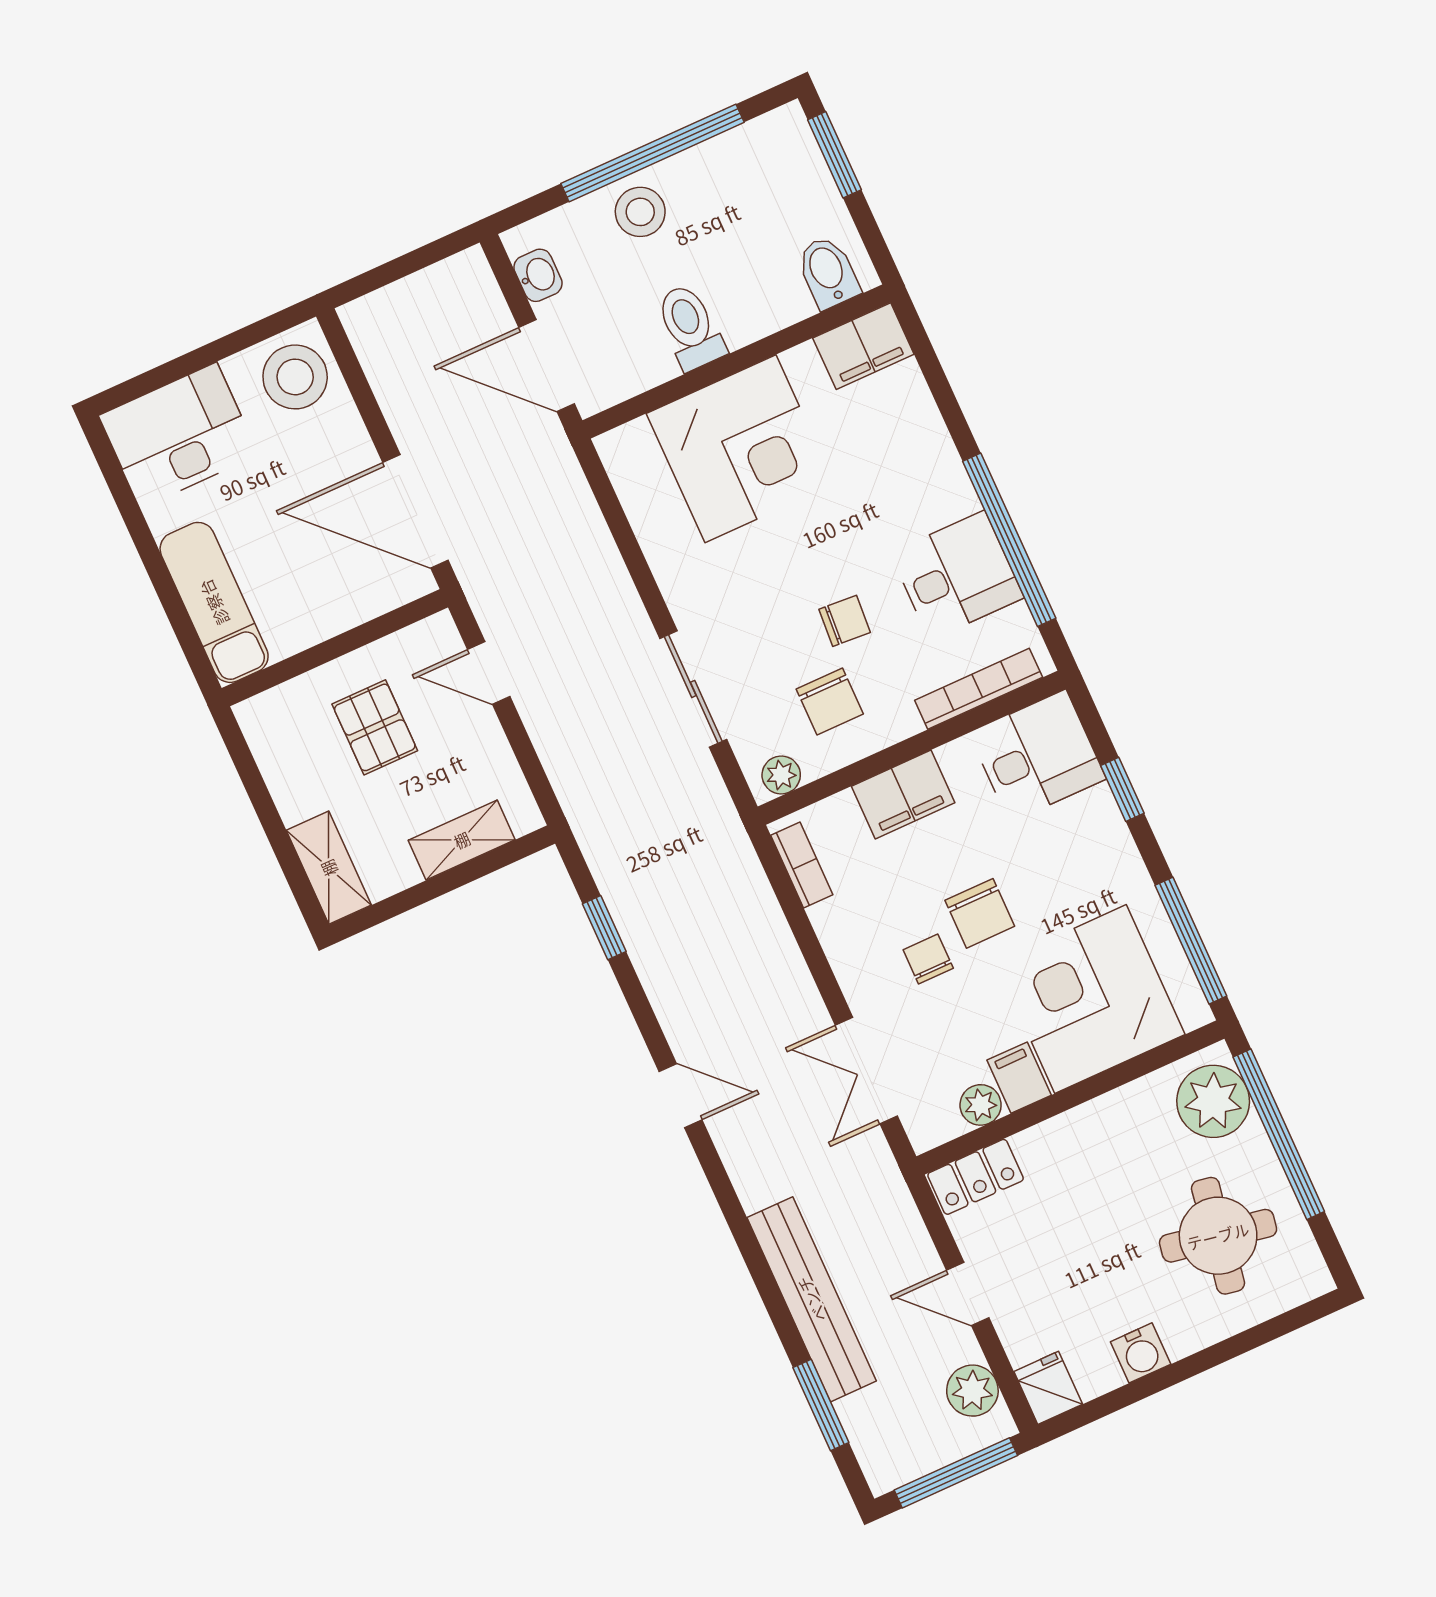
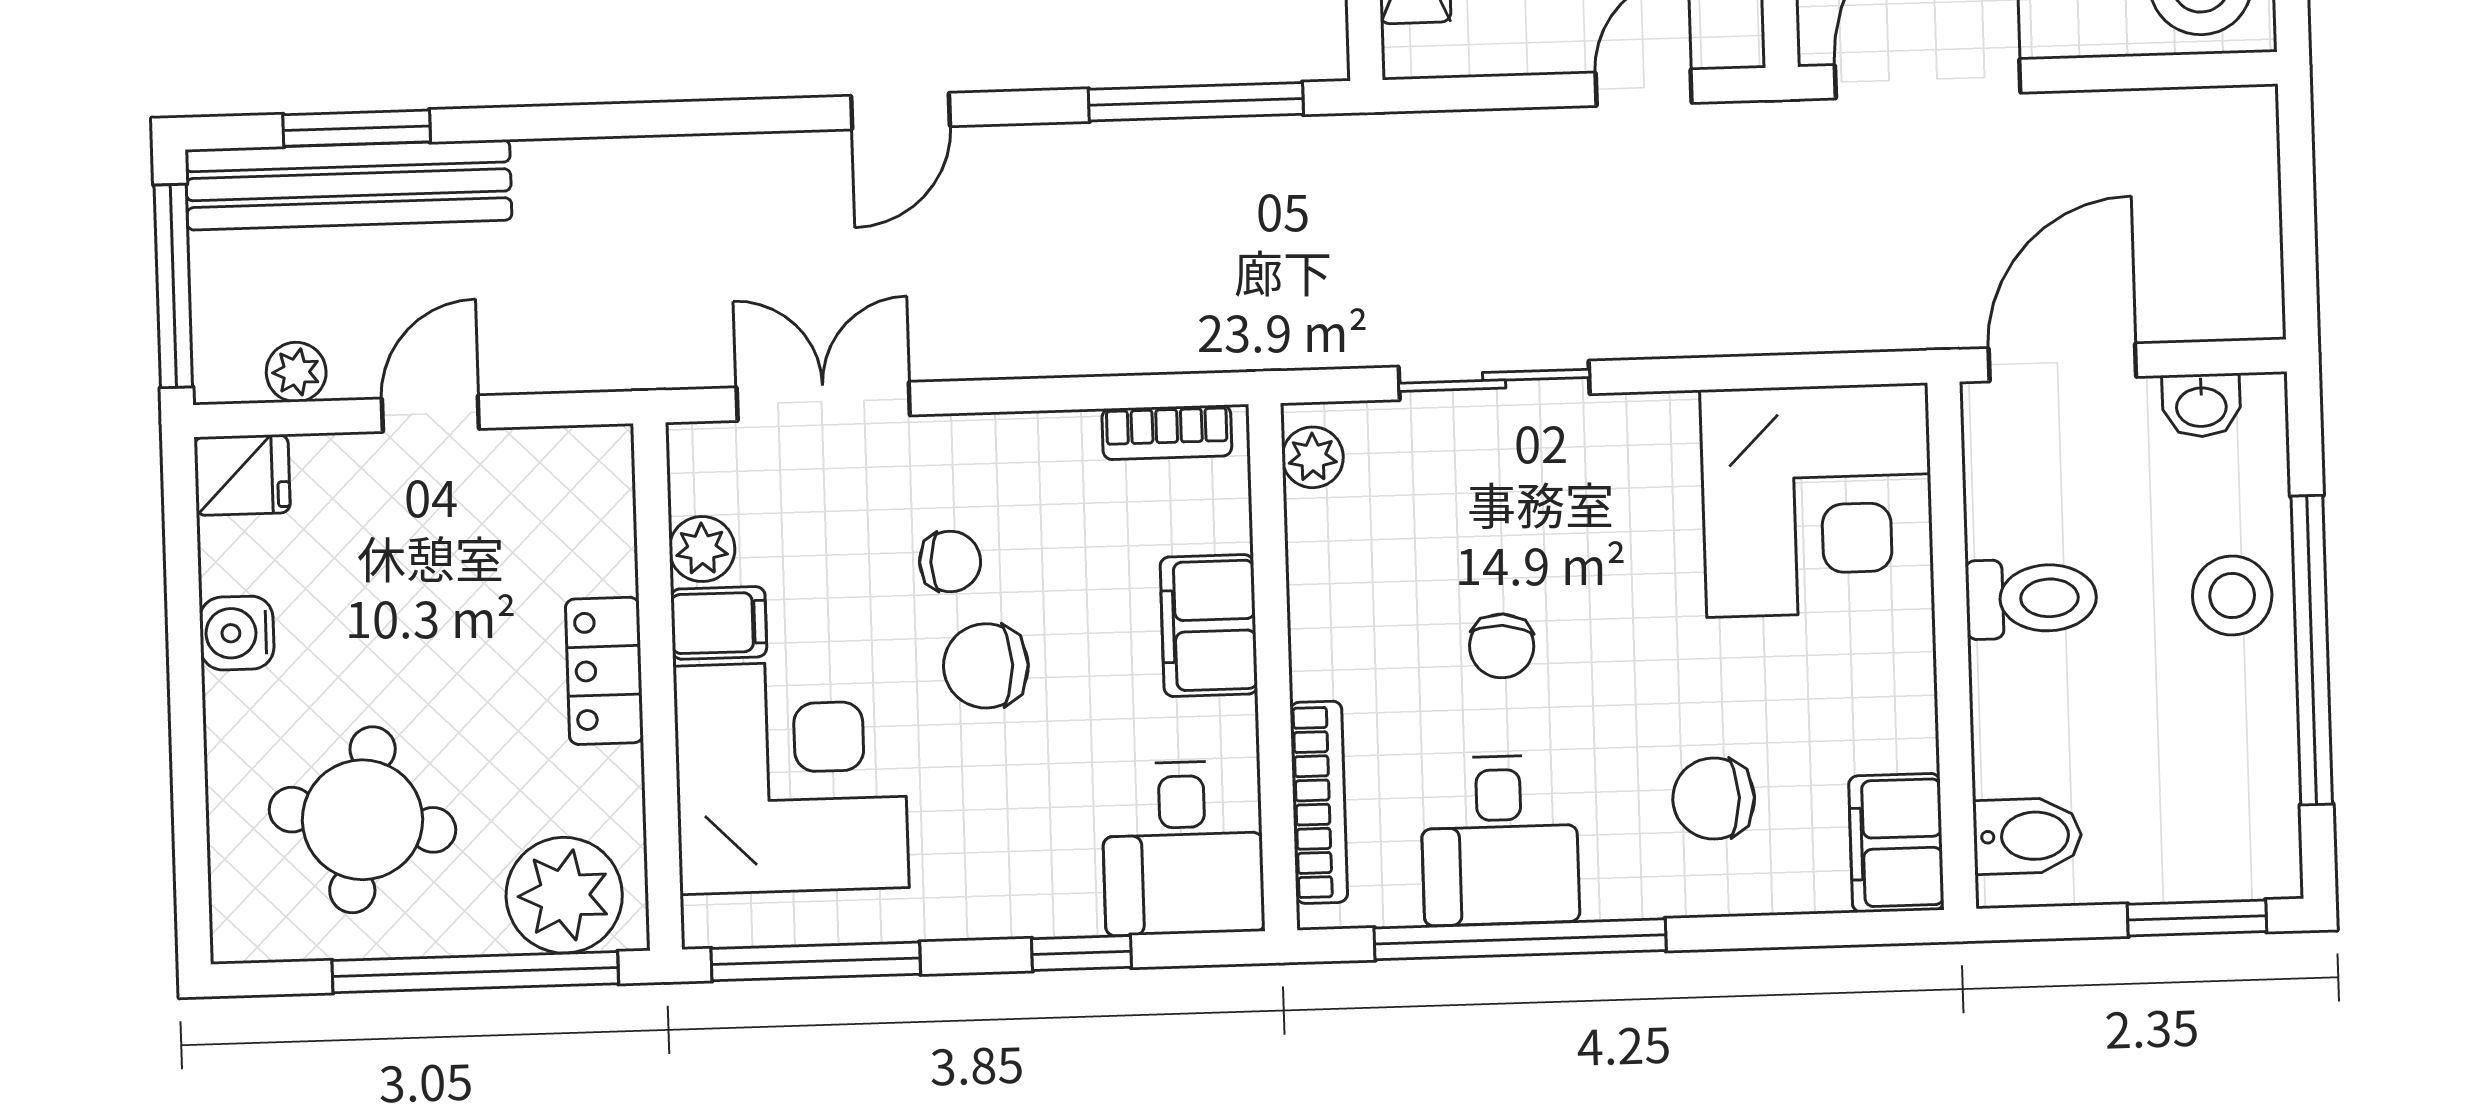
corner desk: (740, 449) -> (1817, 500), moved, turned -90
chair: (830, 701) -> (1714, 799), moved
window: (604, 928) -> (1196, 102), width x2.17
locker: (976, 1177) -> (604, 671), moved
bench: (812, 1299) -> (348, 185), moved
plant: (972, 1391) -> (296, 372), width x0.73, depth x0.73

